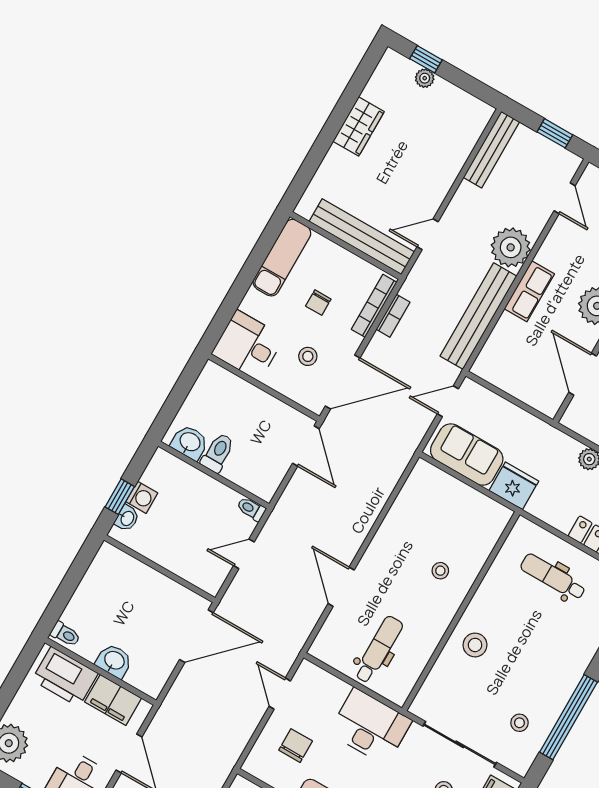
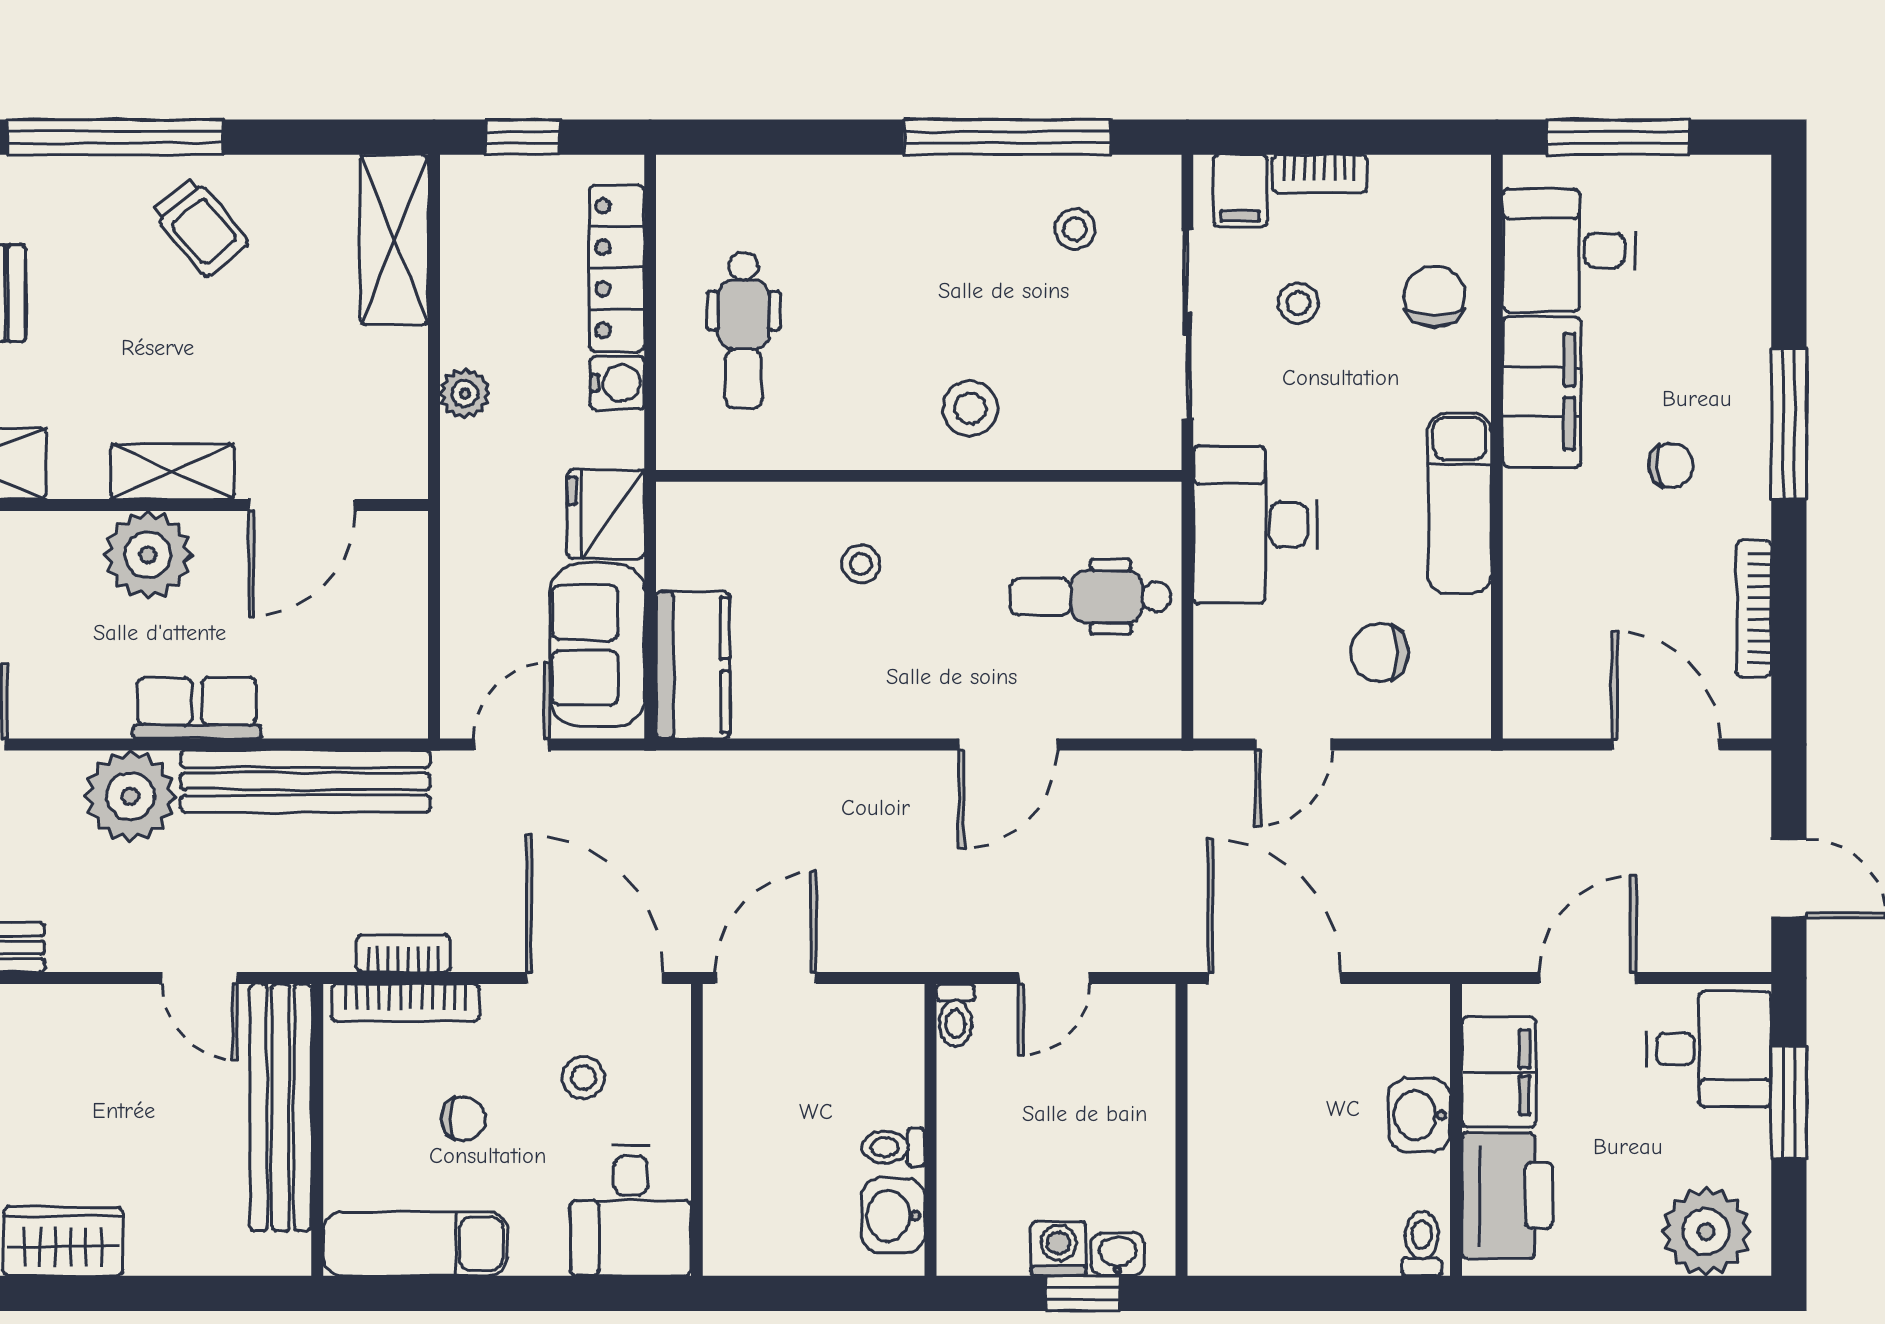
door: (448, 401) -> (512, 744), swing flipped
toilet: (218, 453) -> (893, 1147), width x0.73, depth x0.72
kitchen counter: (439, 486) -> (693, 665), added
water cooler: (560, 518) -> (617, 383), added
door: (244, 554) -> (1054, 978), hinge flipped

